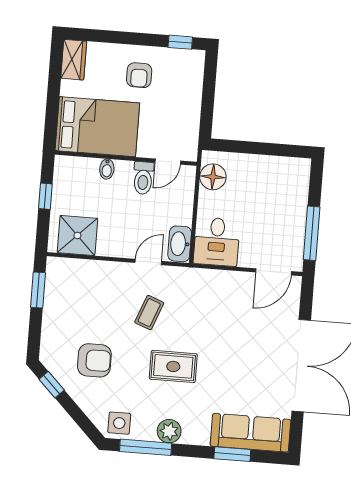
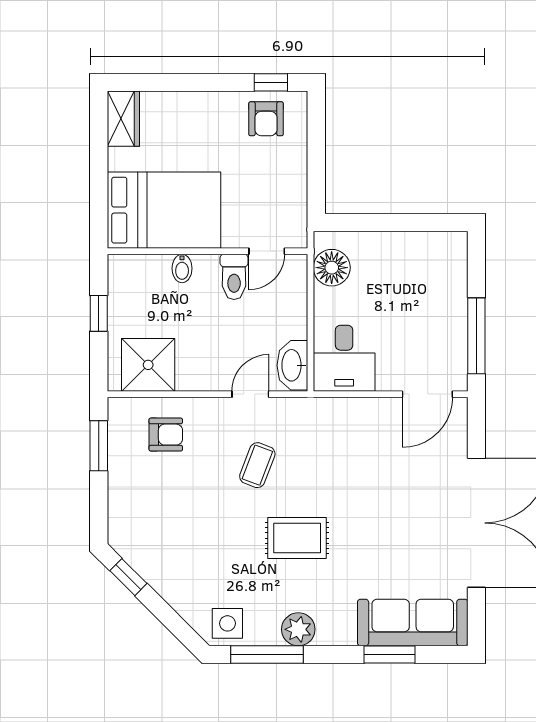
armchair: (139, 75) -> (266, 119), moved
armchair: (94, 360) -> (166, 435), moved, width x0.72, depth x0.72

